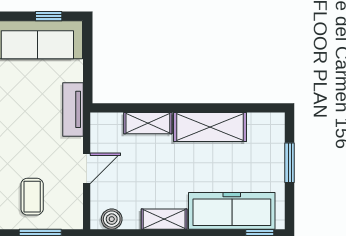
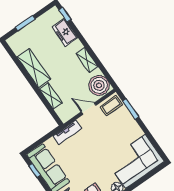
coffee table: (32, 197) -> (111, 106), moved
freezer: (232, 211) -> (65, 32), width x0.52, depth x0.79
boiler: (112, 219) -> (99, 85), width x1.86, depth x1.86

